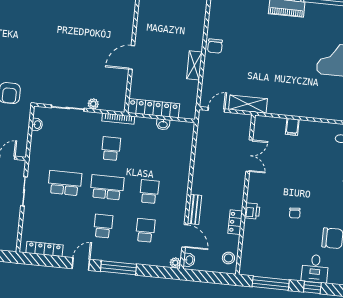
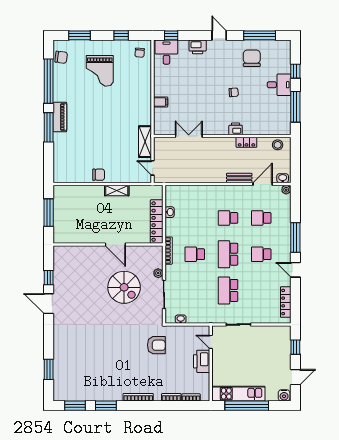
spiral stairs: (81, 62) -> (124, 287), added
desk: (315, 269) -> (279, 85), moved

